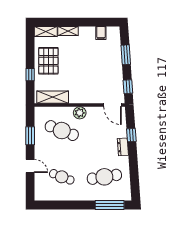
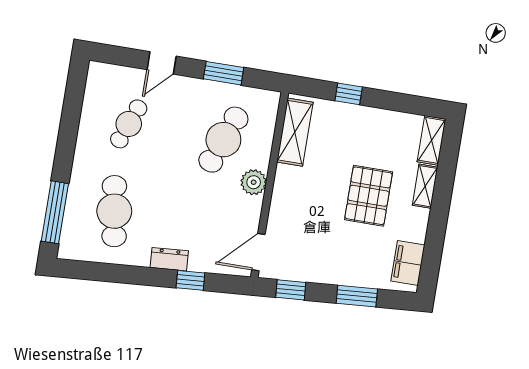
filing cabinet: (101, 33) -> (408, 263), width x2.00
pallet: (48, 61) -> (369, 196), moved, turned 90

